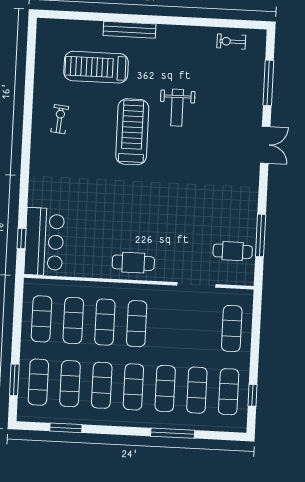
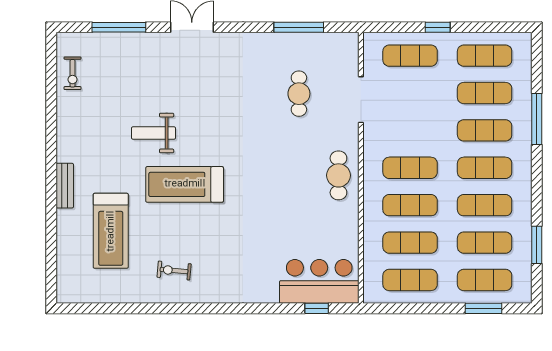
bench: (129, 30) -> (65, 186), width x0.73
weight bench: (177, 108) -> (153, 133), turned 180
cafe table: (233, 251) -> (299, 94), moved
window: (252, 395) -> (438, 27), moved

